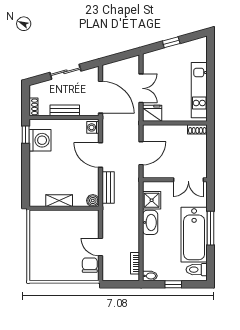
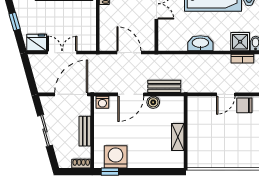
fridge: (152, 113) -> (37, 43), moved, turned 90
shower: (152, 200) -> (240, 42), moved
boiler: (93, 201) -> (153, 102), moved

